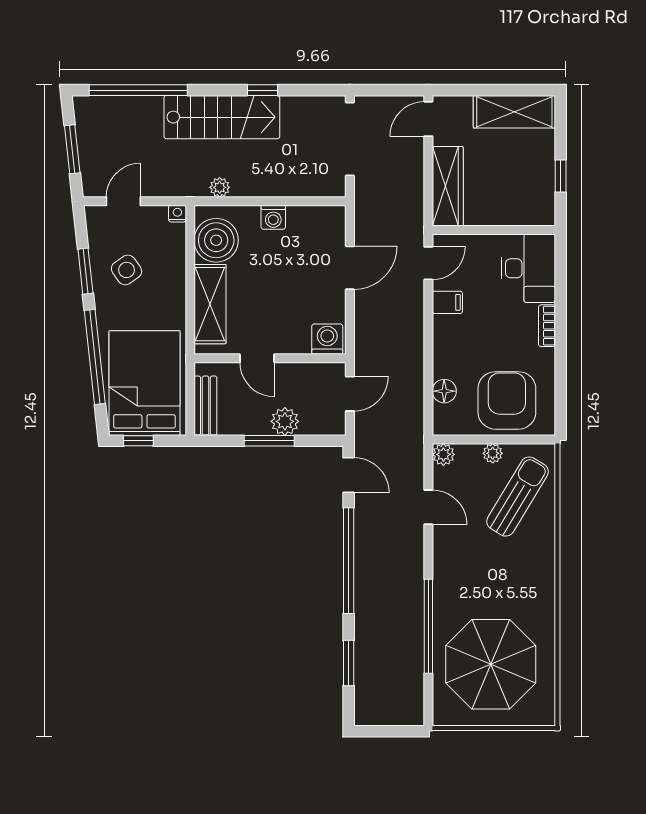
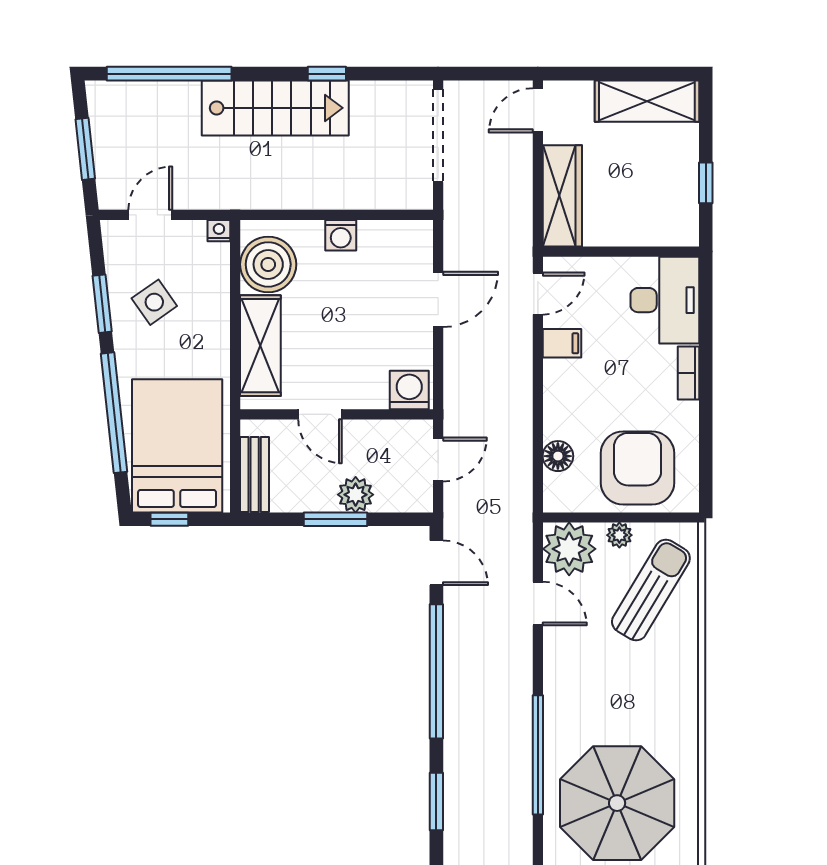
plant: (220, 187) -> (273, 197), removed
plant: (443, 454) -> (569, 549), width x1.88, depth x1.88

